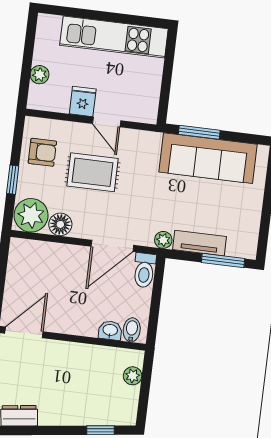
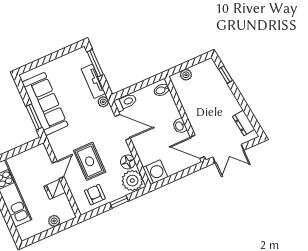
washing machine: (24, 254) -> (155, 172), added
washbasin: (110, 330) -> (180, 126), moved

